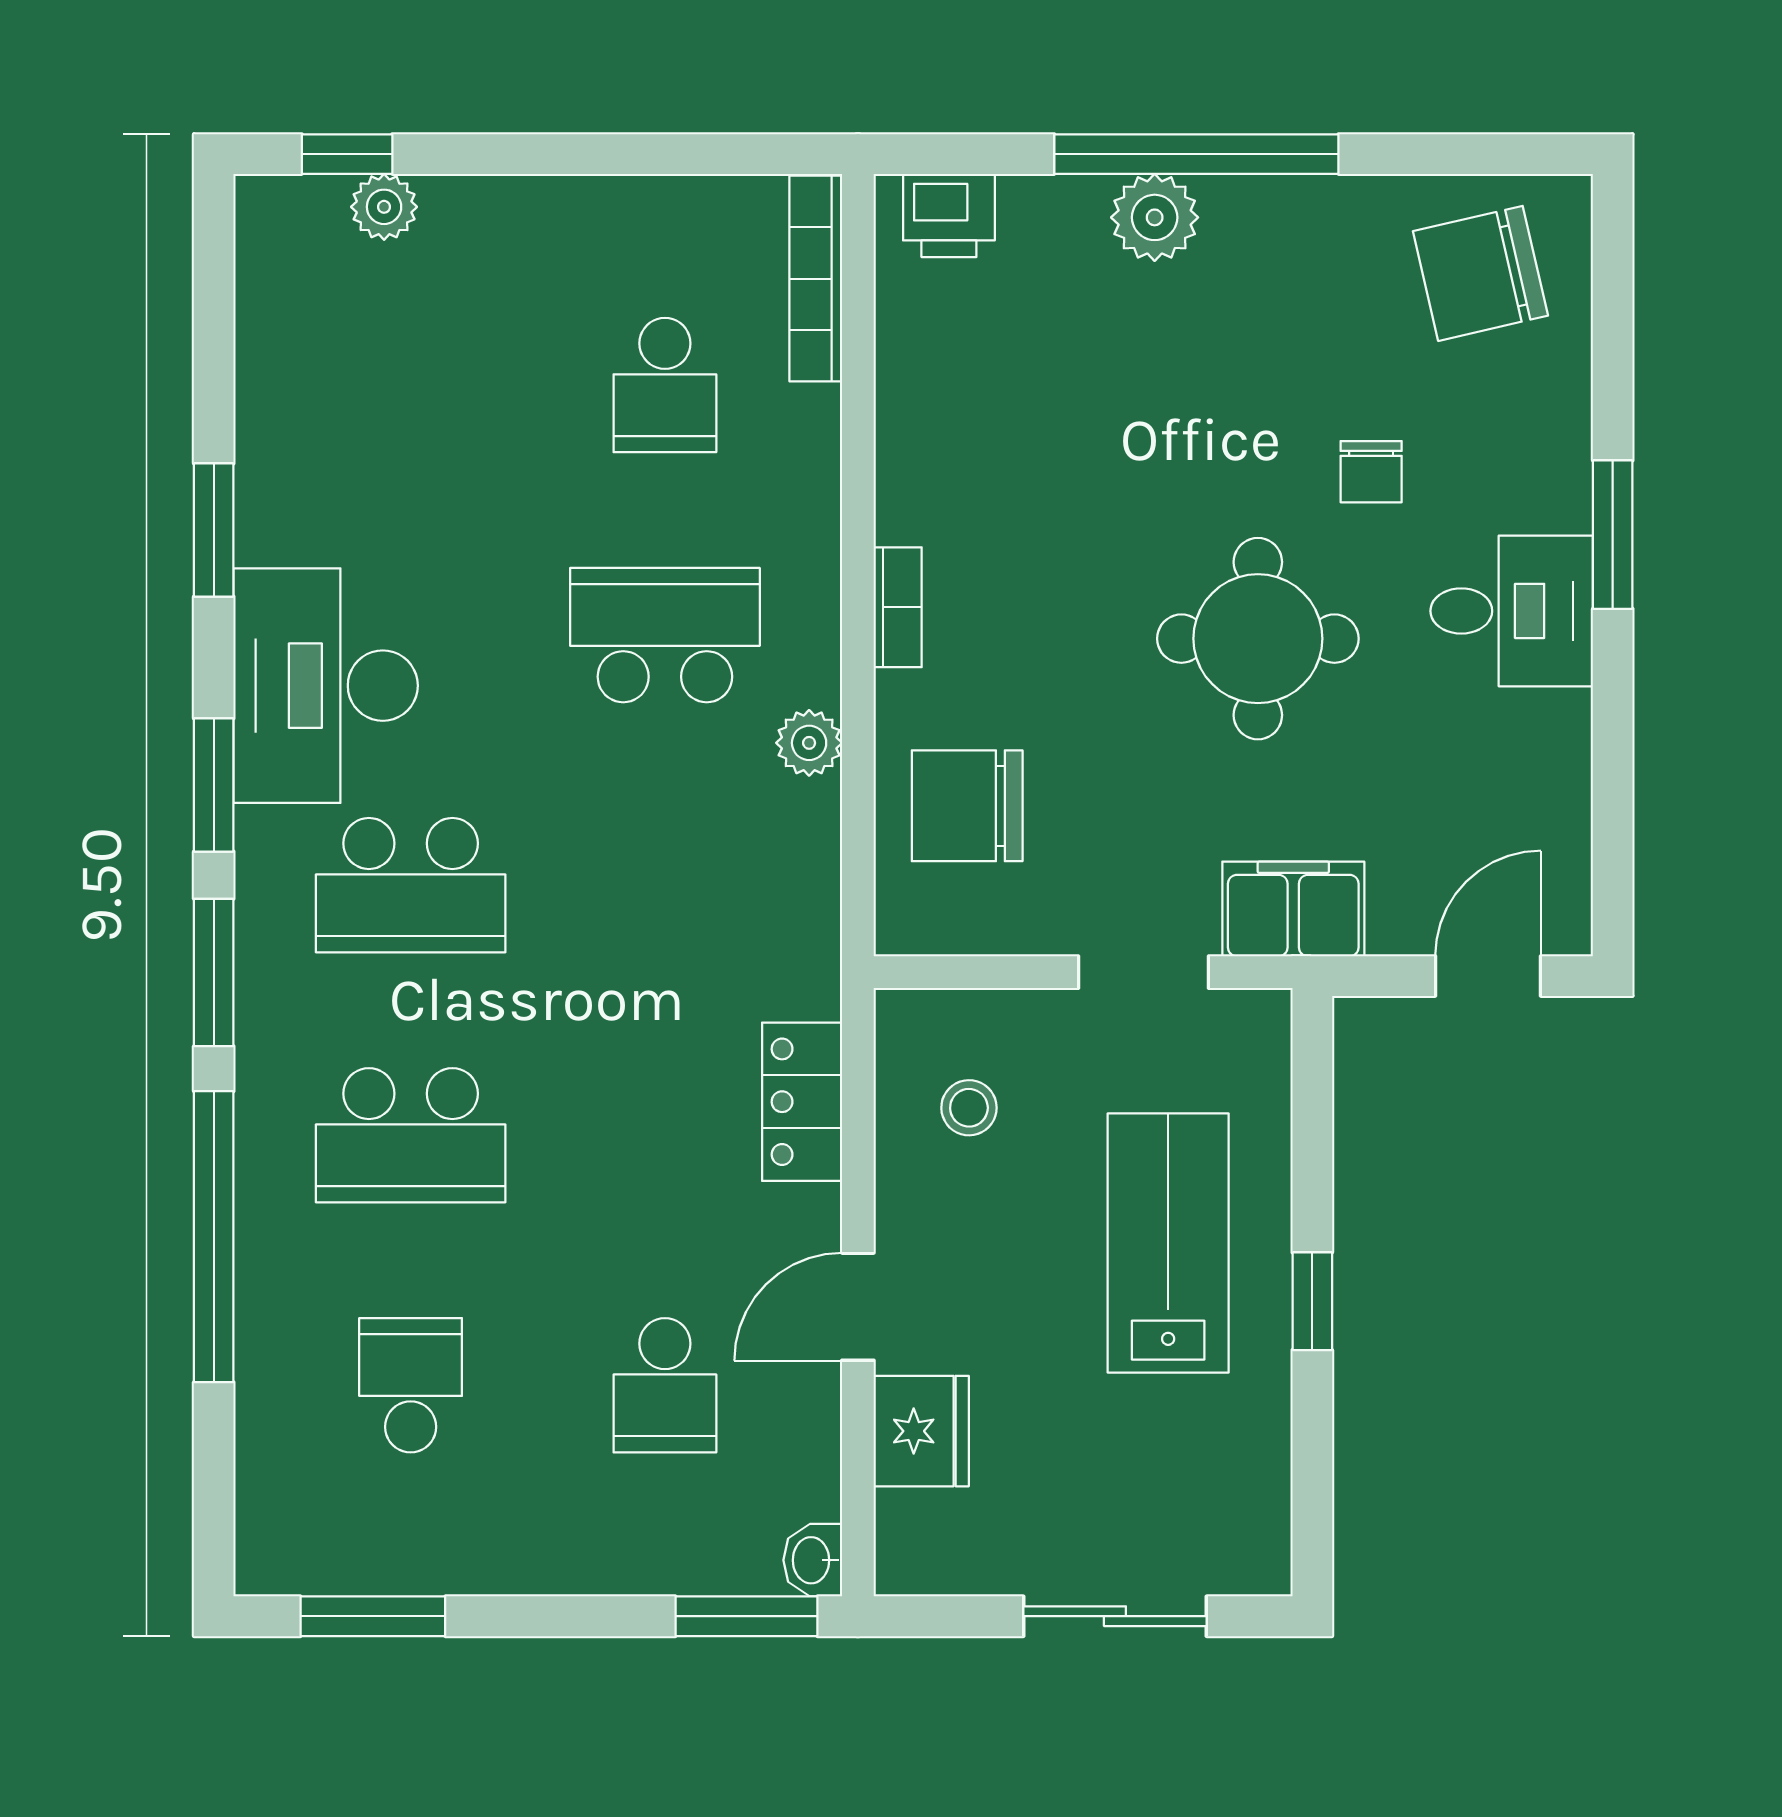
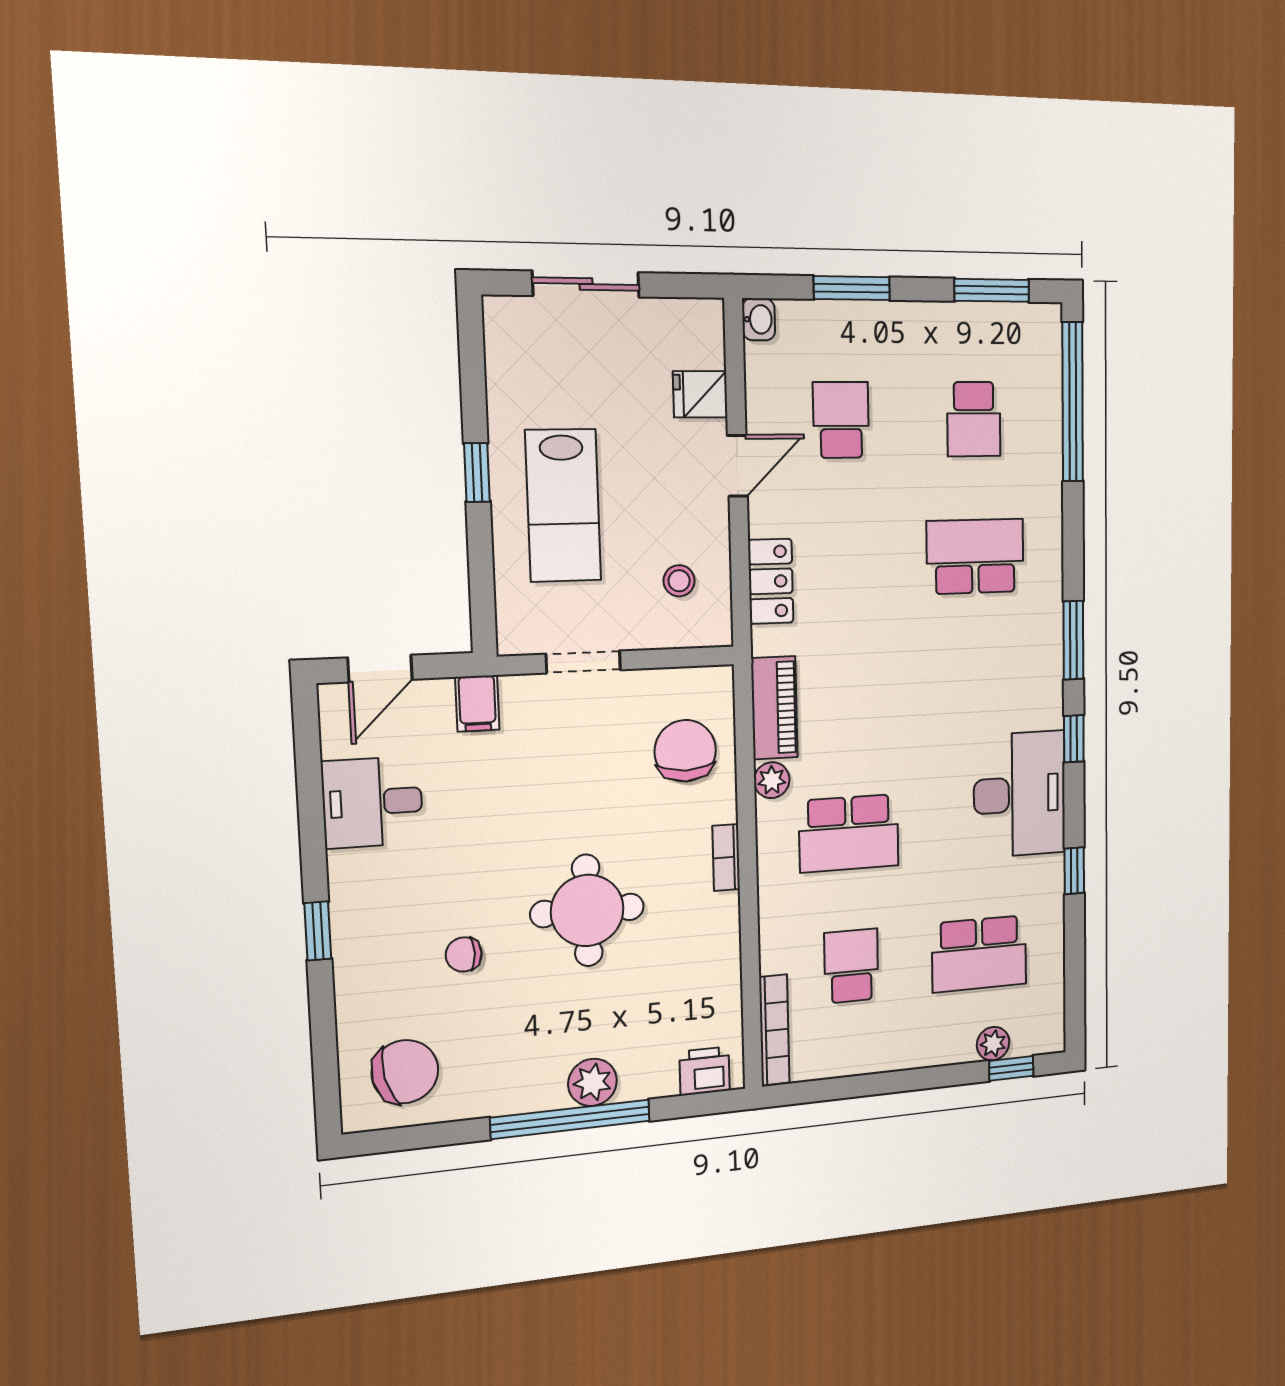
chair: (1371, 472) -> (464, 954), turned -90
window: (214, 530) -> (1074, 871), width x0.67
window: (1613, 535) -> (318, 931), width x0.67
desk: (1512, 611) -> (373, 802), moved
round table: (1258, 639) -> (587, 910), moved
window: (214, 785) -> (1074, 739), width x0.67
chair: (967, 806) -> (685, 751), turned -90
piano: (801, 874) -> (774, 708), added
school desk: (411, 885) -> (979, 954), moved, turned 180
filing cabinet: (1293, 909) -> (477, 703), width x0.50
window: (214, 1237) -> (1073, 402), moved
fridge: (921, 1431) -> (700, 394), width x0.72
window: (746, 1616) -> (852, 288), moved

